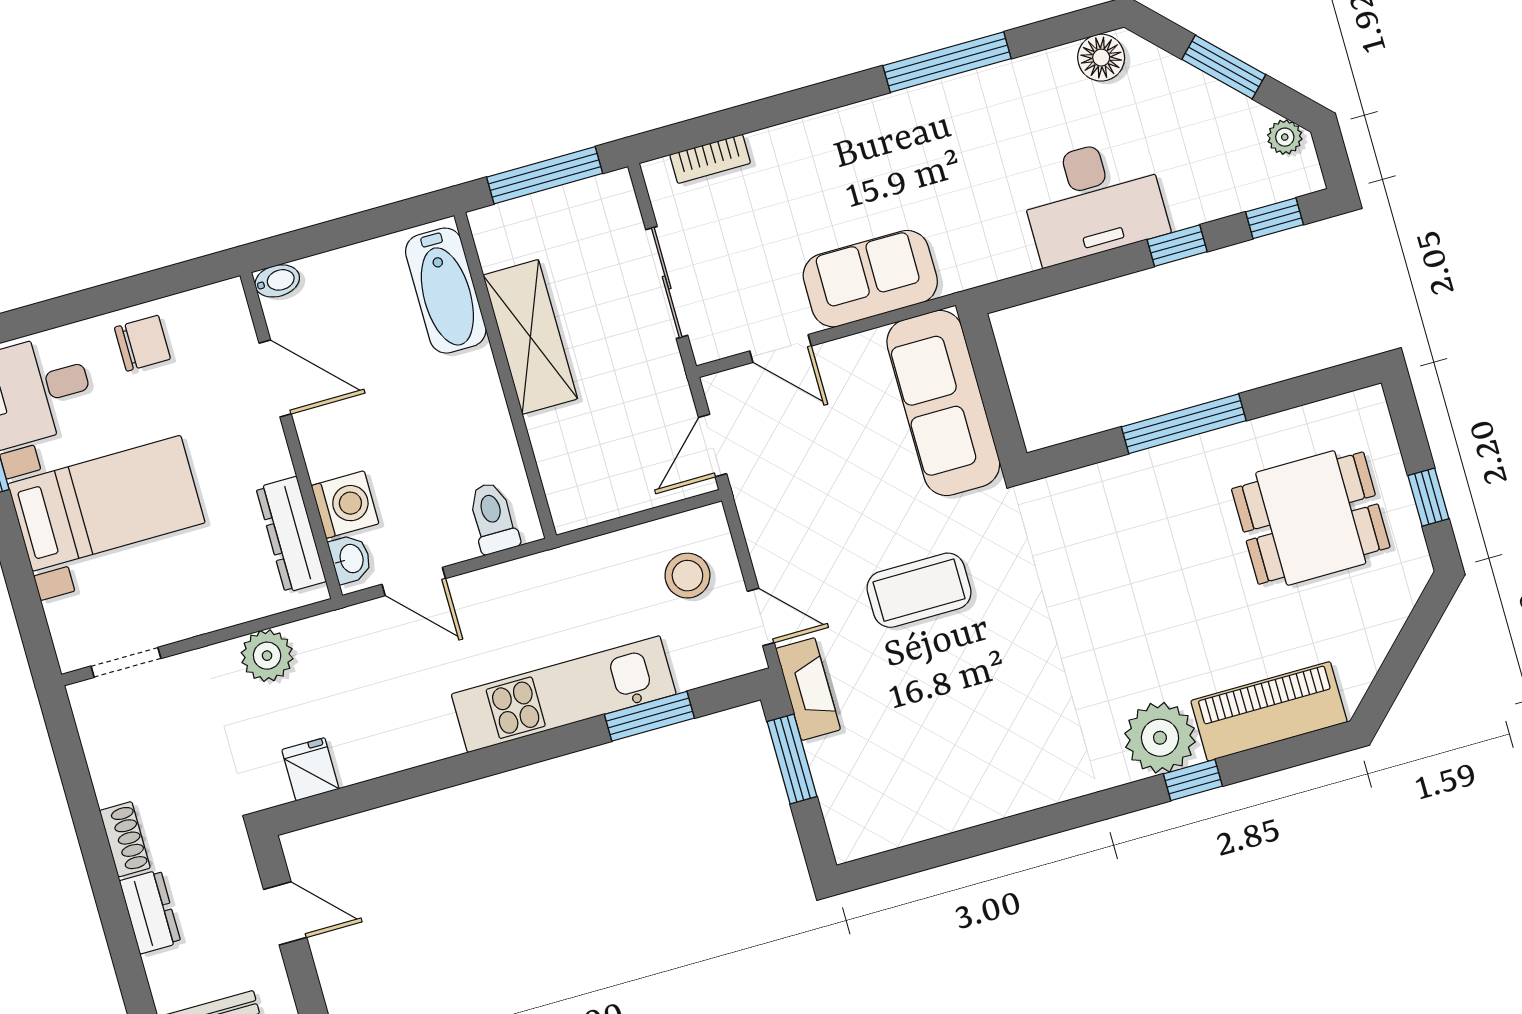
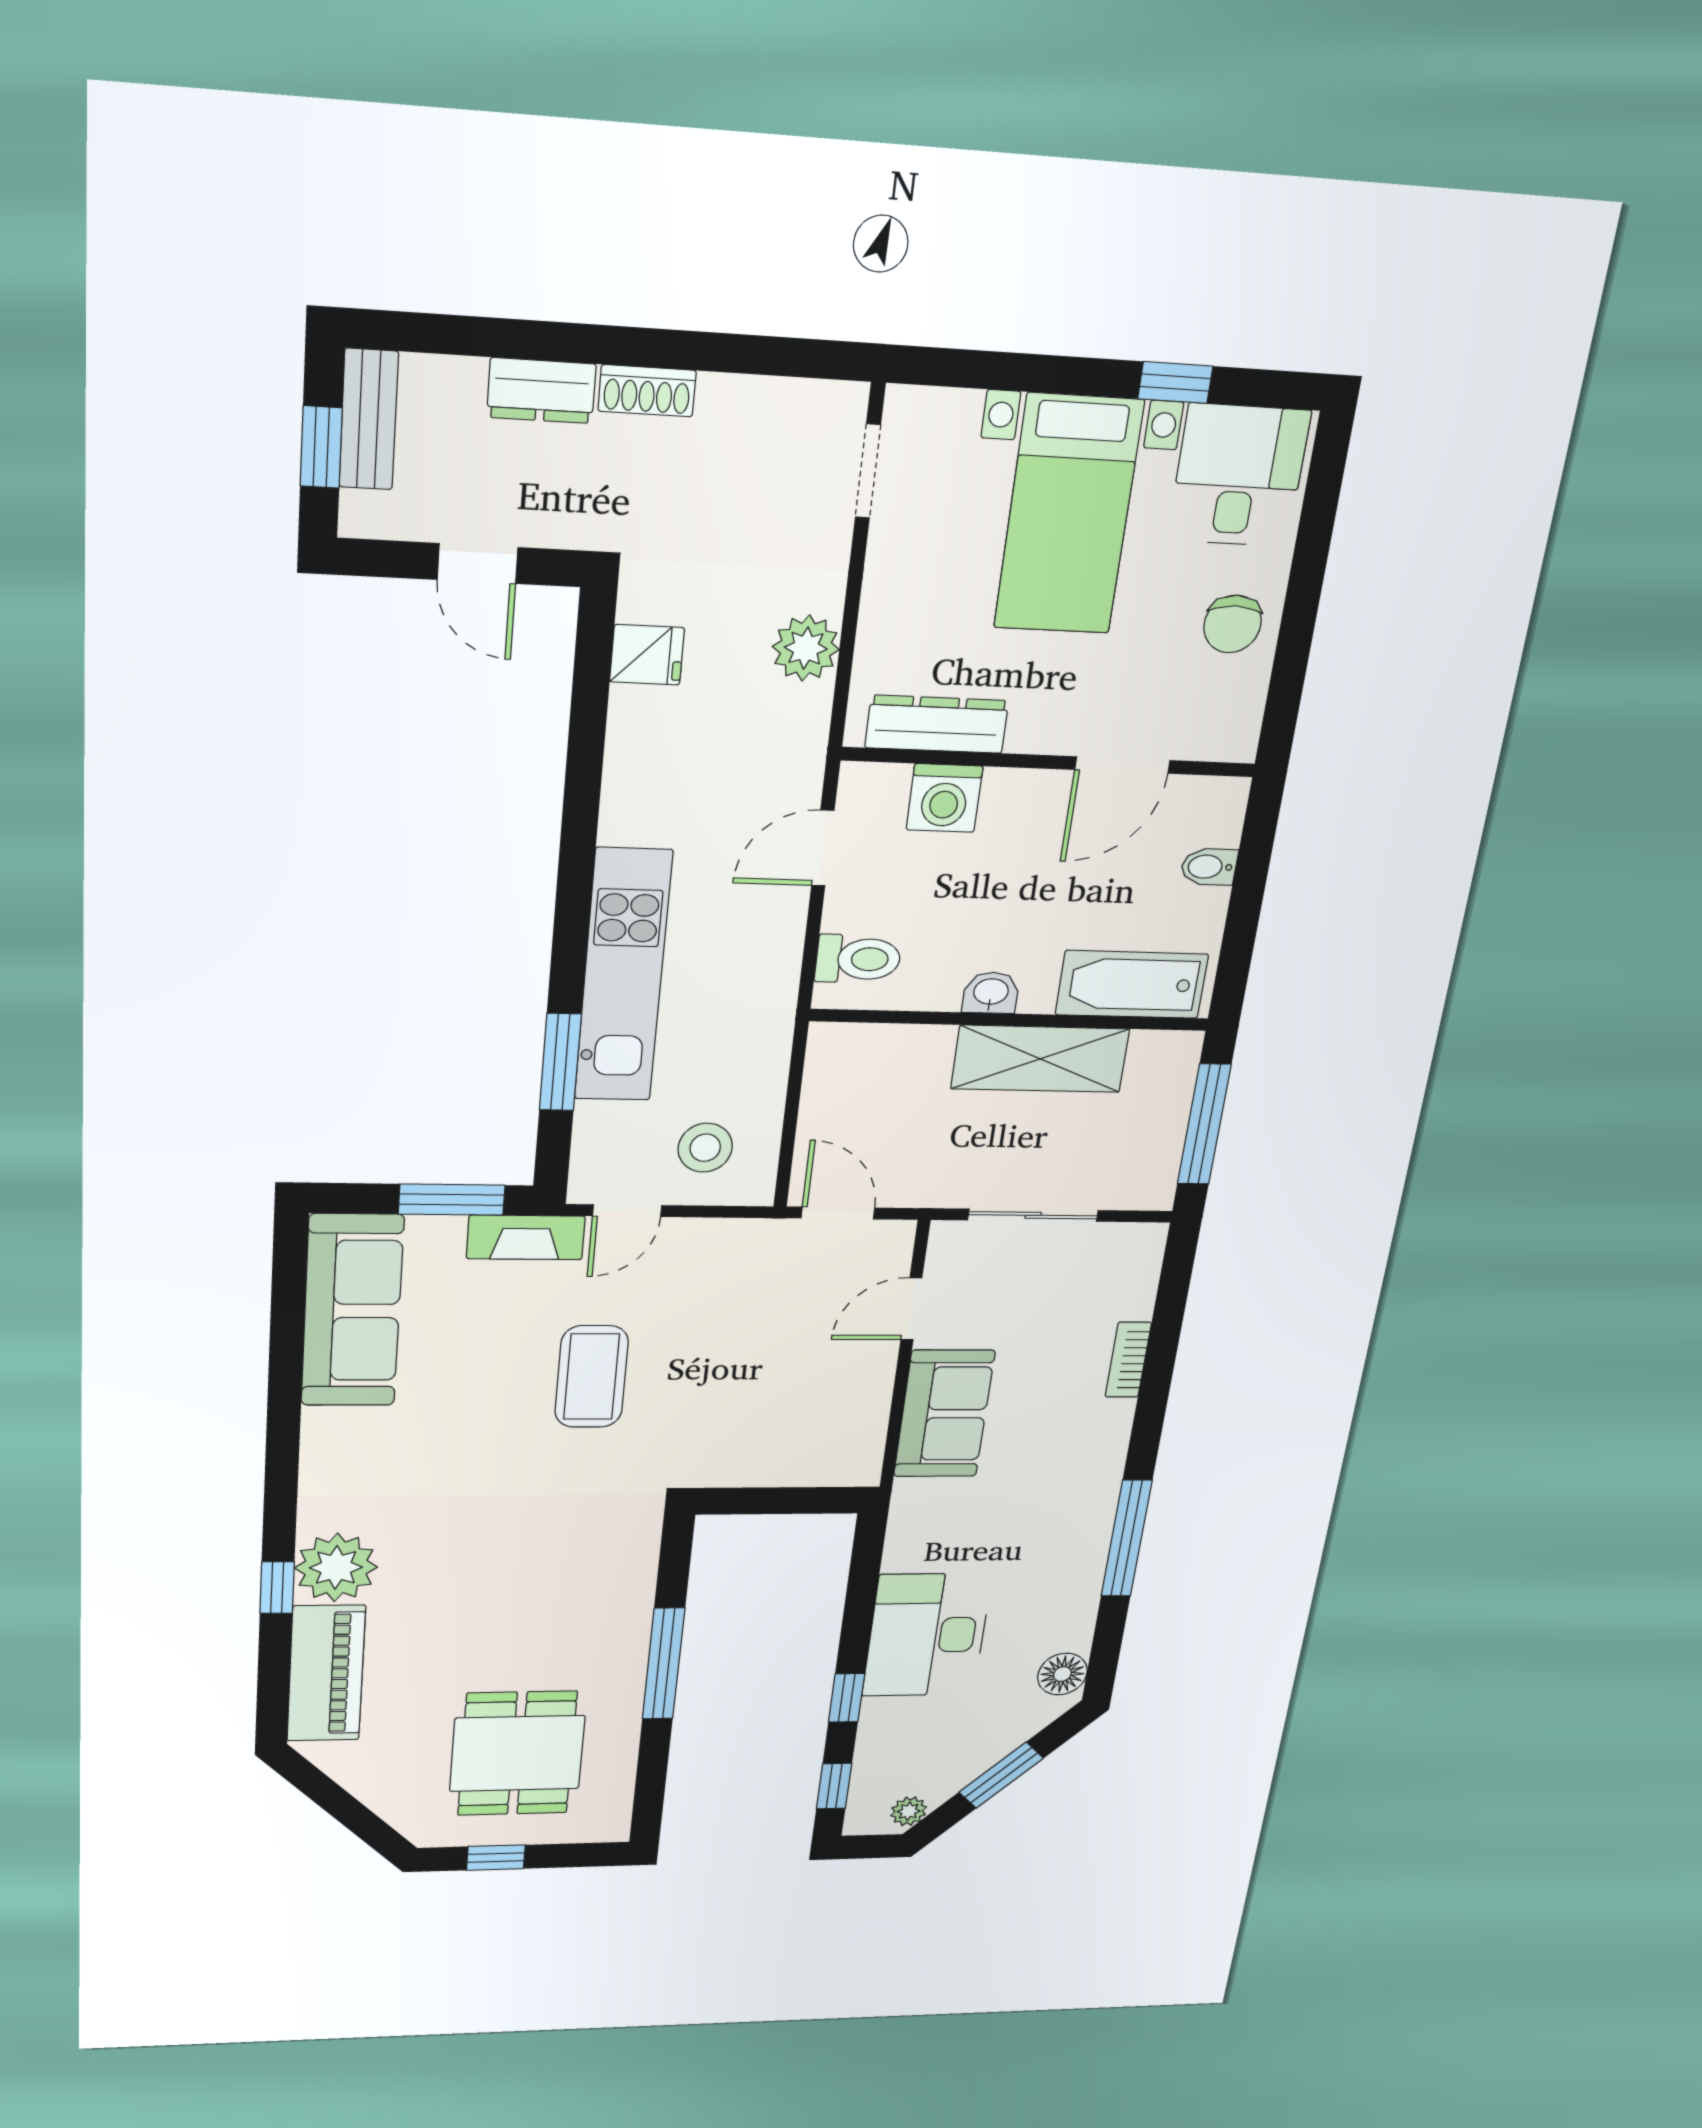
bookcase: (710, 159) -> (1128, 1360), moved
bidet: (277, 281) -> (1209, 867), moved, turned 90
sofa: (943, 403) -> (352, 1311), moved, turned 90
washbasin: (351, 559) -> (991, 993), moved, turned 180
door: (285, 913) -> (478, 564), hinge flipped

